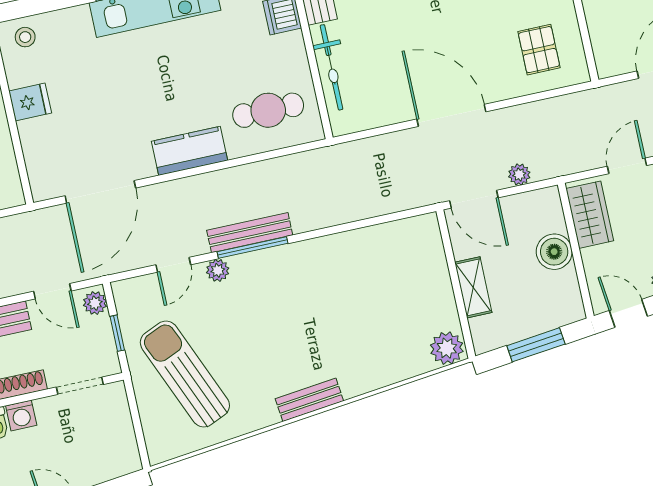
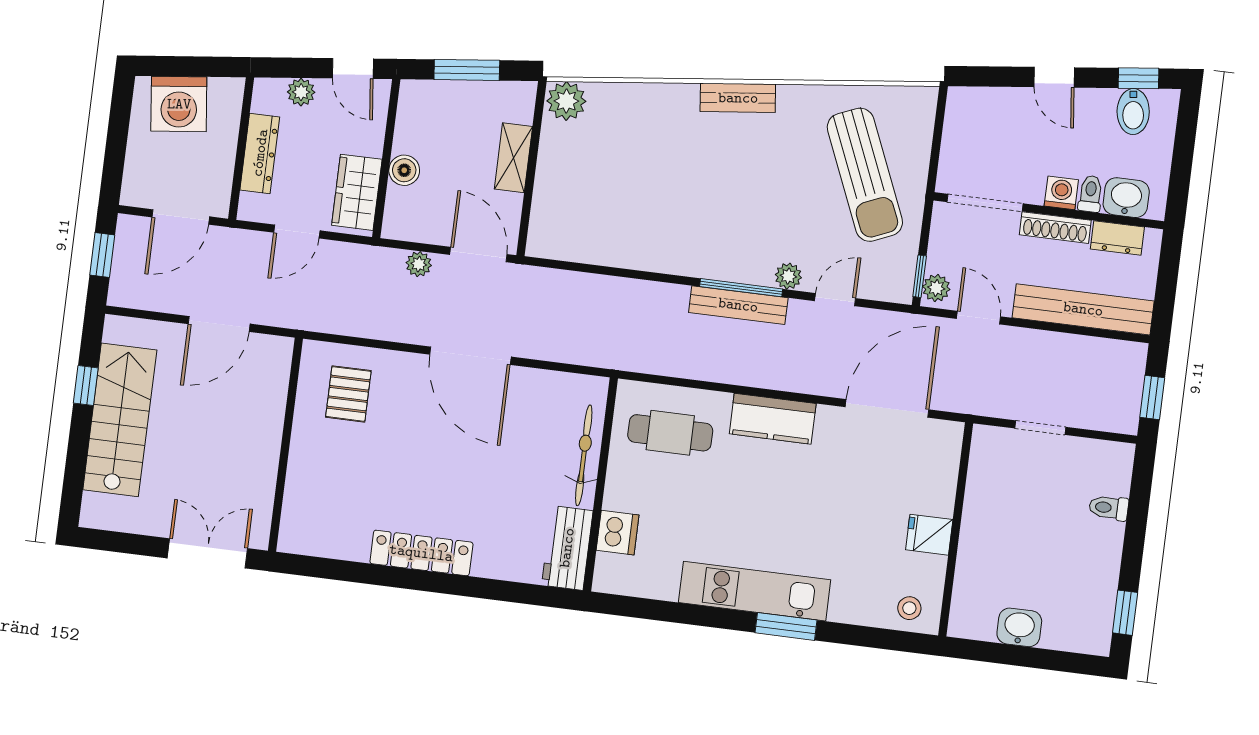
boiler: (554, 252) -> (404, 170), width x0.73, depth x0.73
window: (117, 333) -> (920, 276), moved
doorway: (80, 386) -> (985, 203), width x1.38

